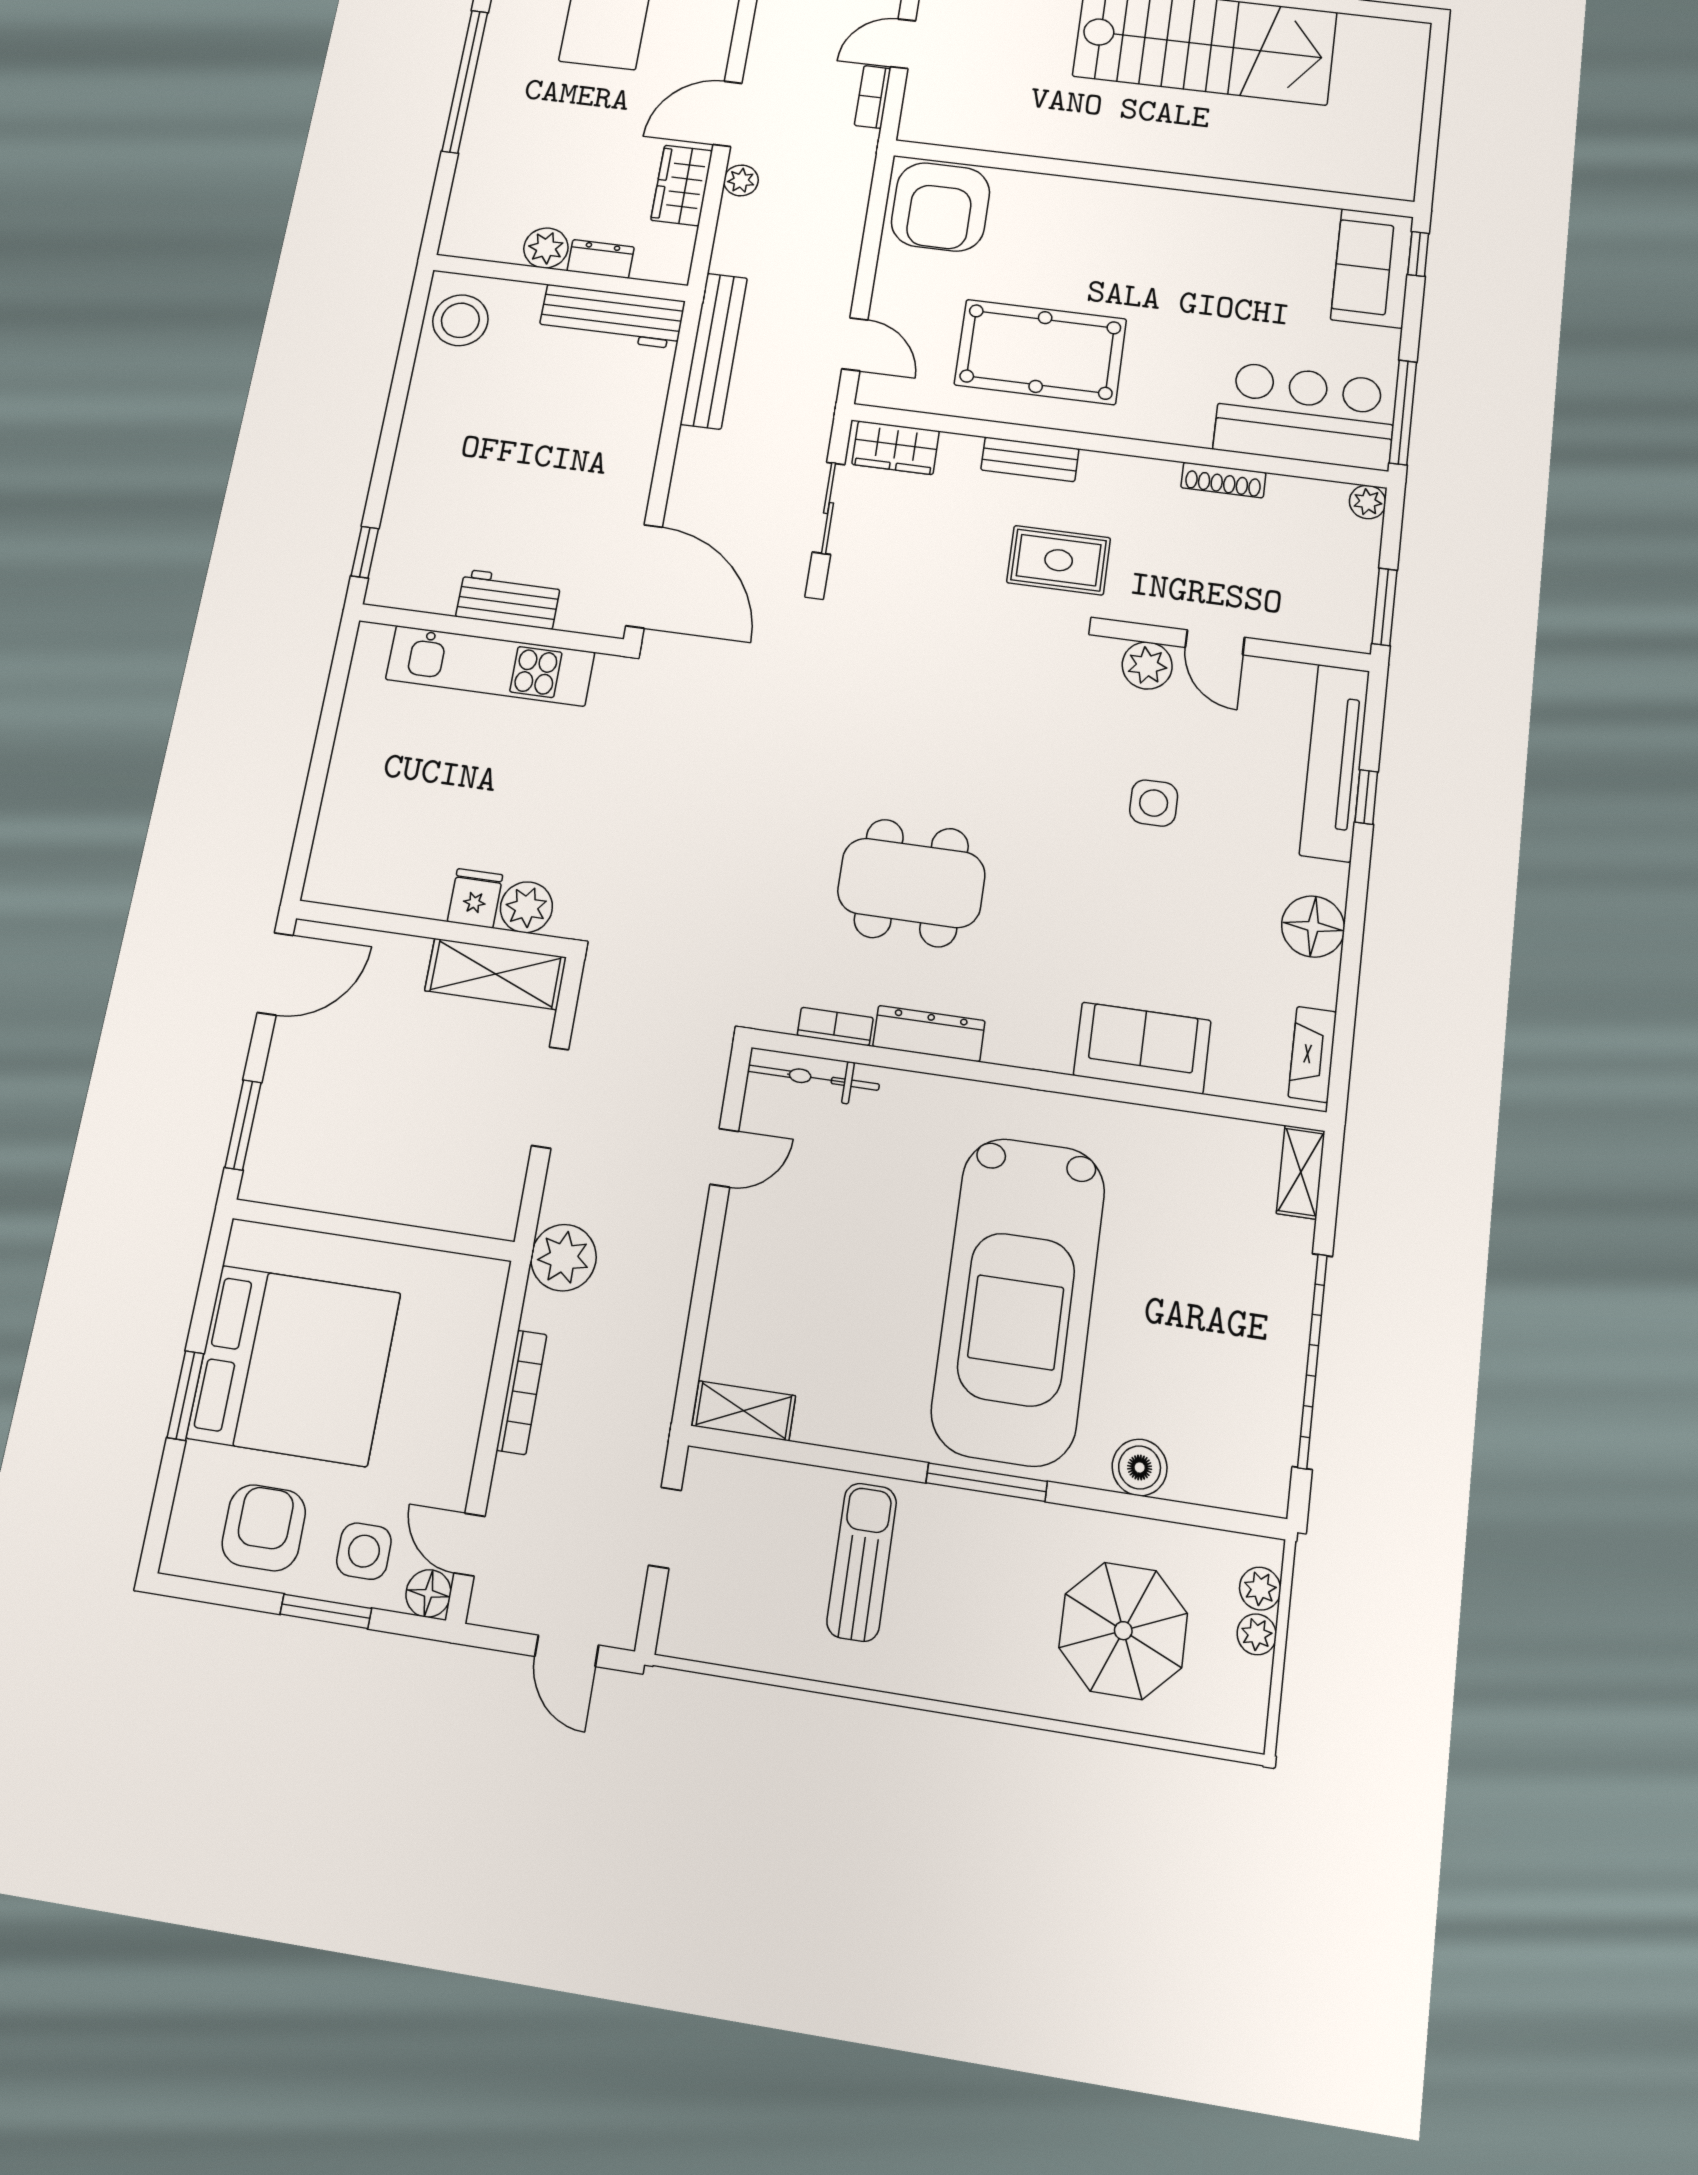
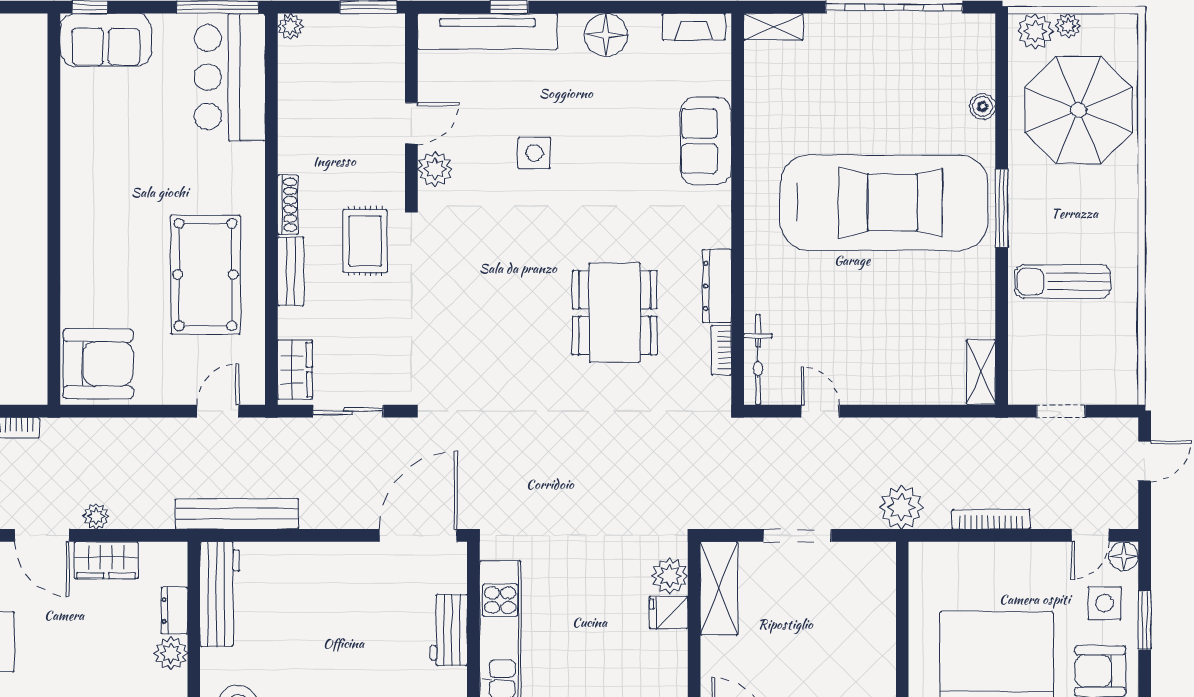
shoe rack: (1223, 480) -> (288, 205), moved
boiler: (1140, 1467) -> (982, 106), width x0.73, depth x0.73
plant: (1260, 1589) -> (1035, 31), width x1.38, depth x1.38
parasol: (1123, 1631) -> (1079, 110), width x1.36, depth x1.36

